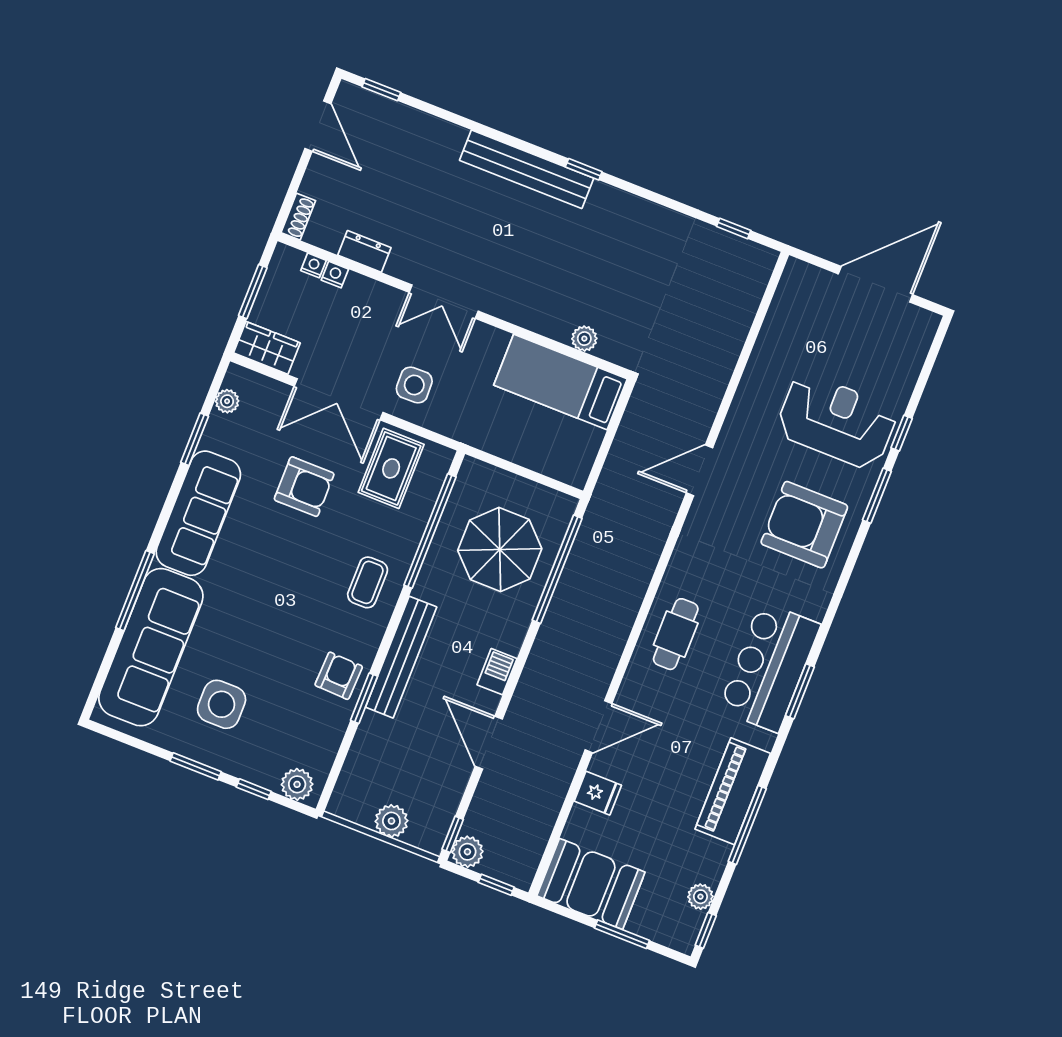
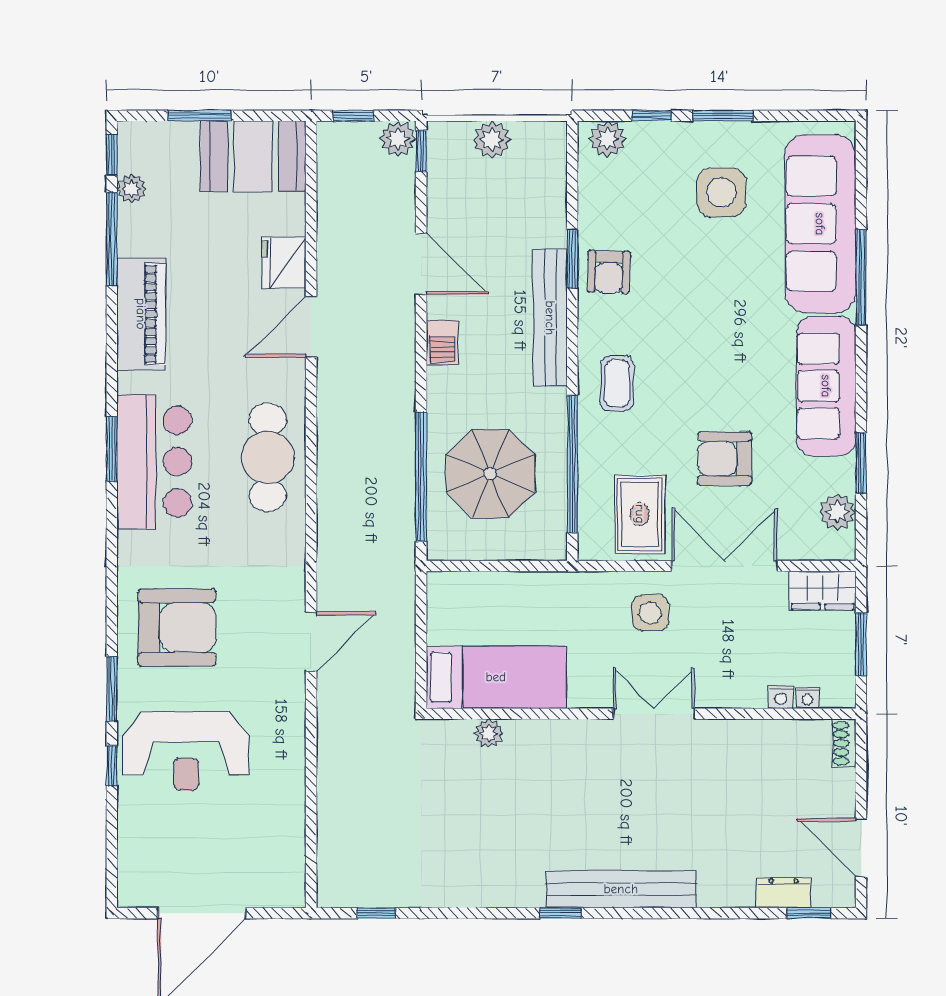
dresser: (364, 251) -> (784, 893), moved, turned 180
plant: (227, 401) -> (837, 512), width x1.38, depth x1.38
cafe table: (676, 634) -> (268, 457), width x1.37, depth x1.35
fridge: (598, 793) -> (284, 263), width x1.38
window: (747, 825) -> (112, 239), moved

